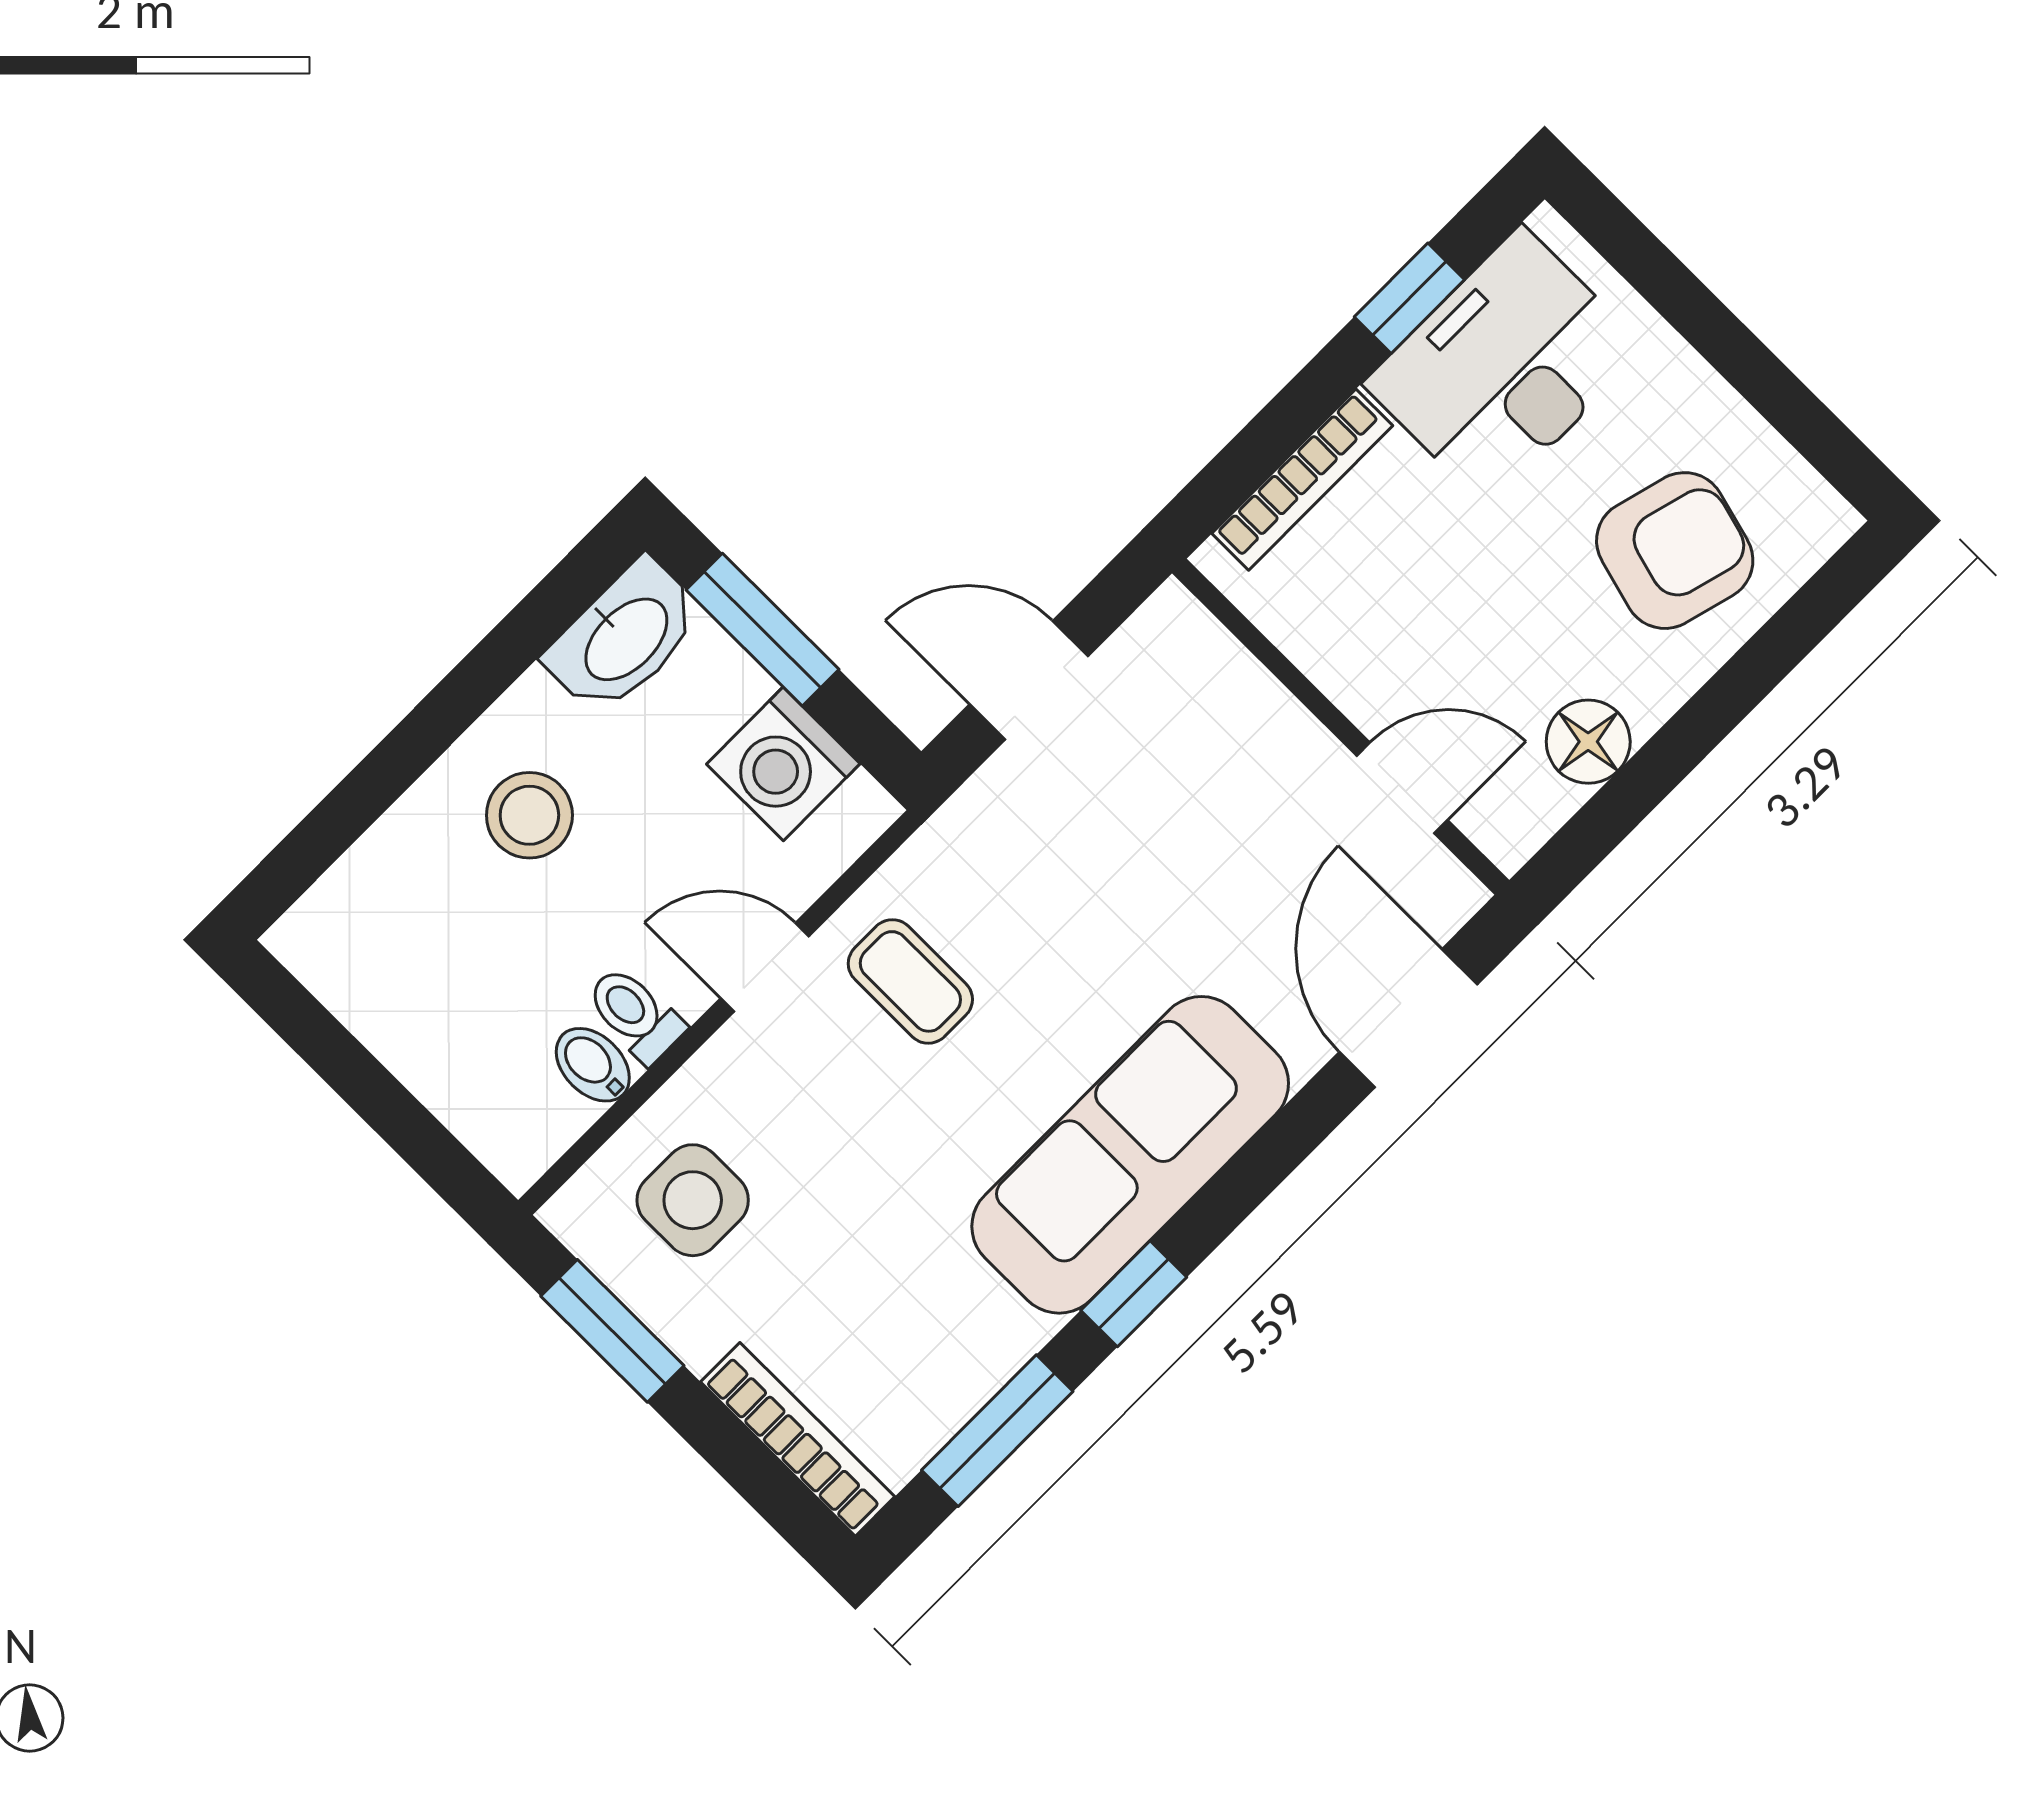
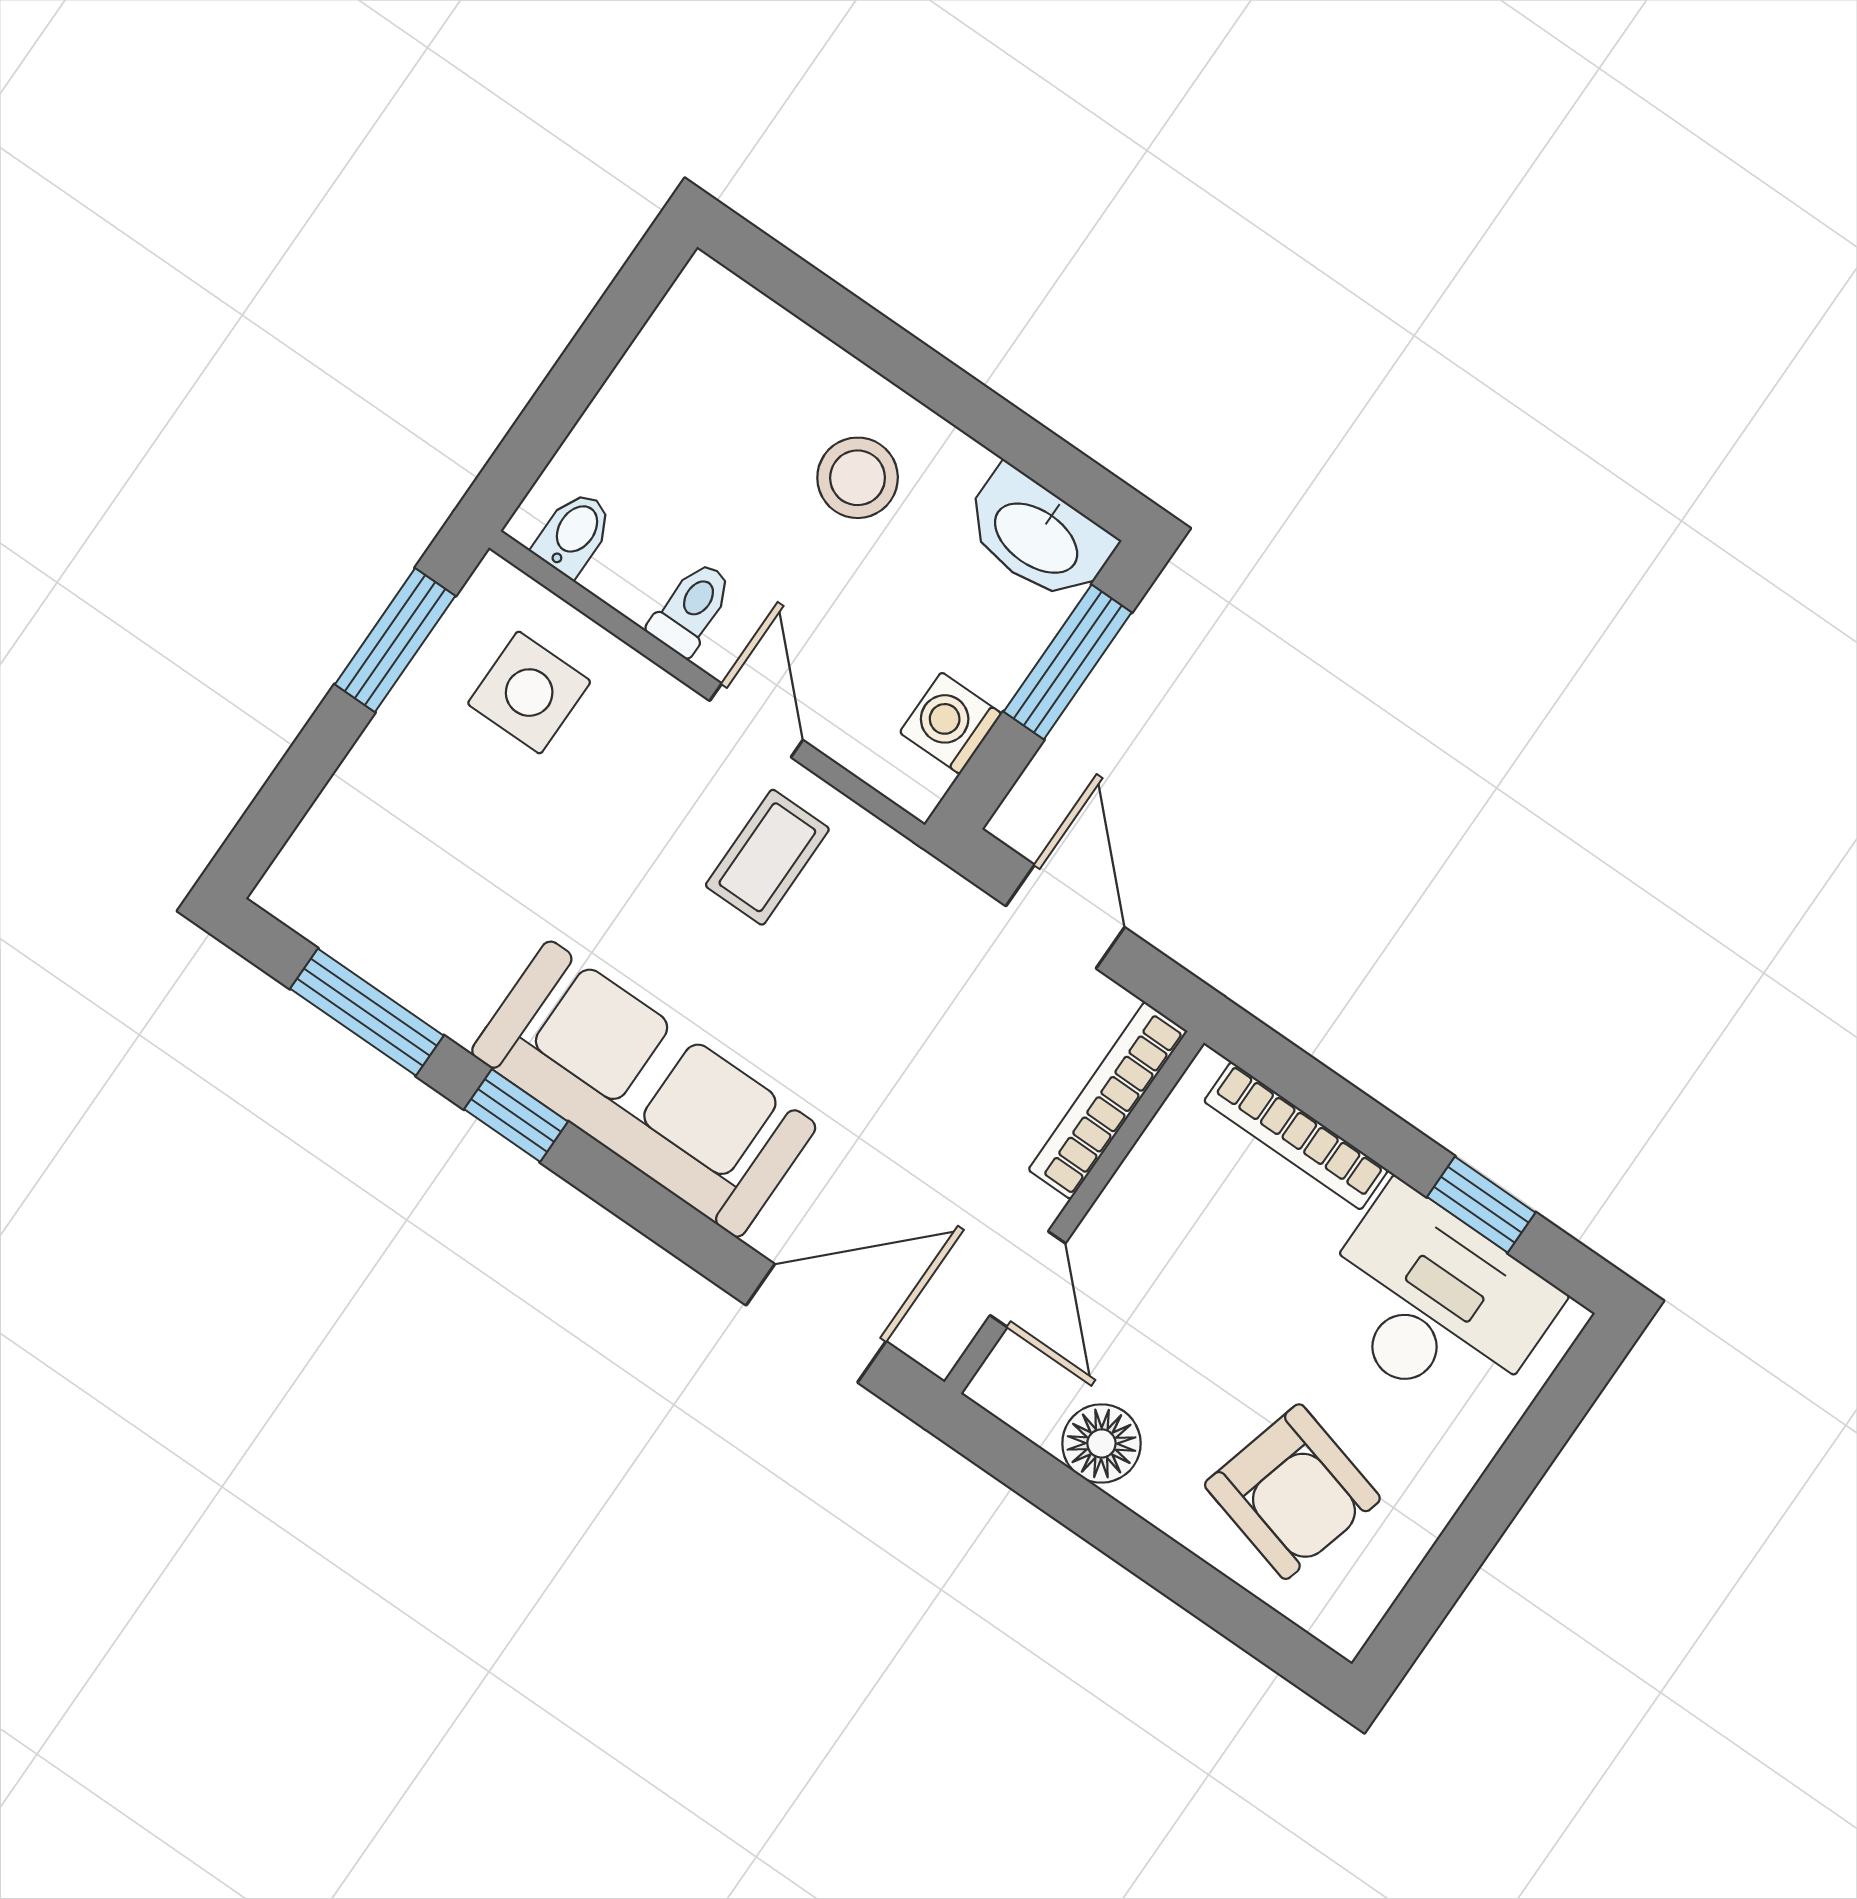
washing machine: (783, 764) -> (951, 723), width x0.73, depth x0.73
bidet: (593, 1065) -> (574, 534), moved
bookcase: (798, 1439) -> (1108, 1100), moved, turned 180

